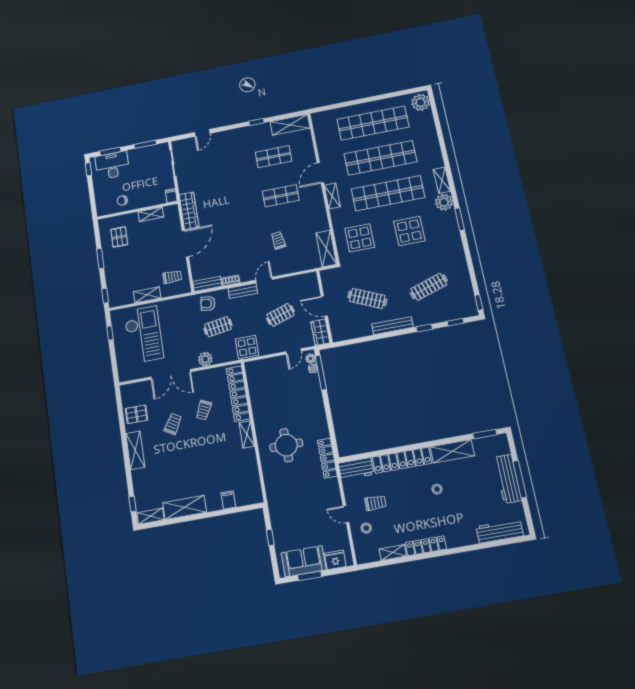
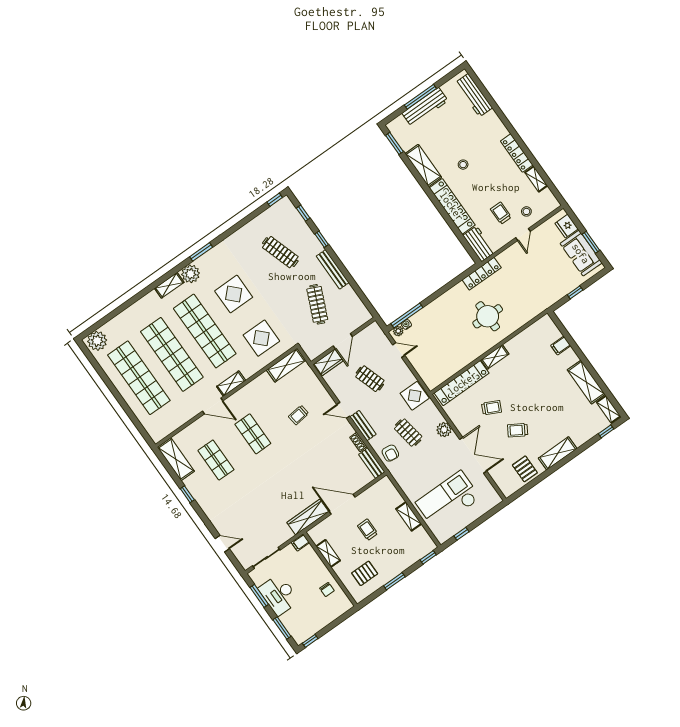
desk: (112, 165) -> (279, 595), moved
trolley: (172, 277) -> (368, 530), moved
wardrobe: (320, 332) -> (329, 362), moved

